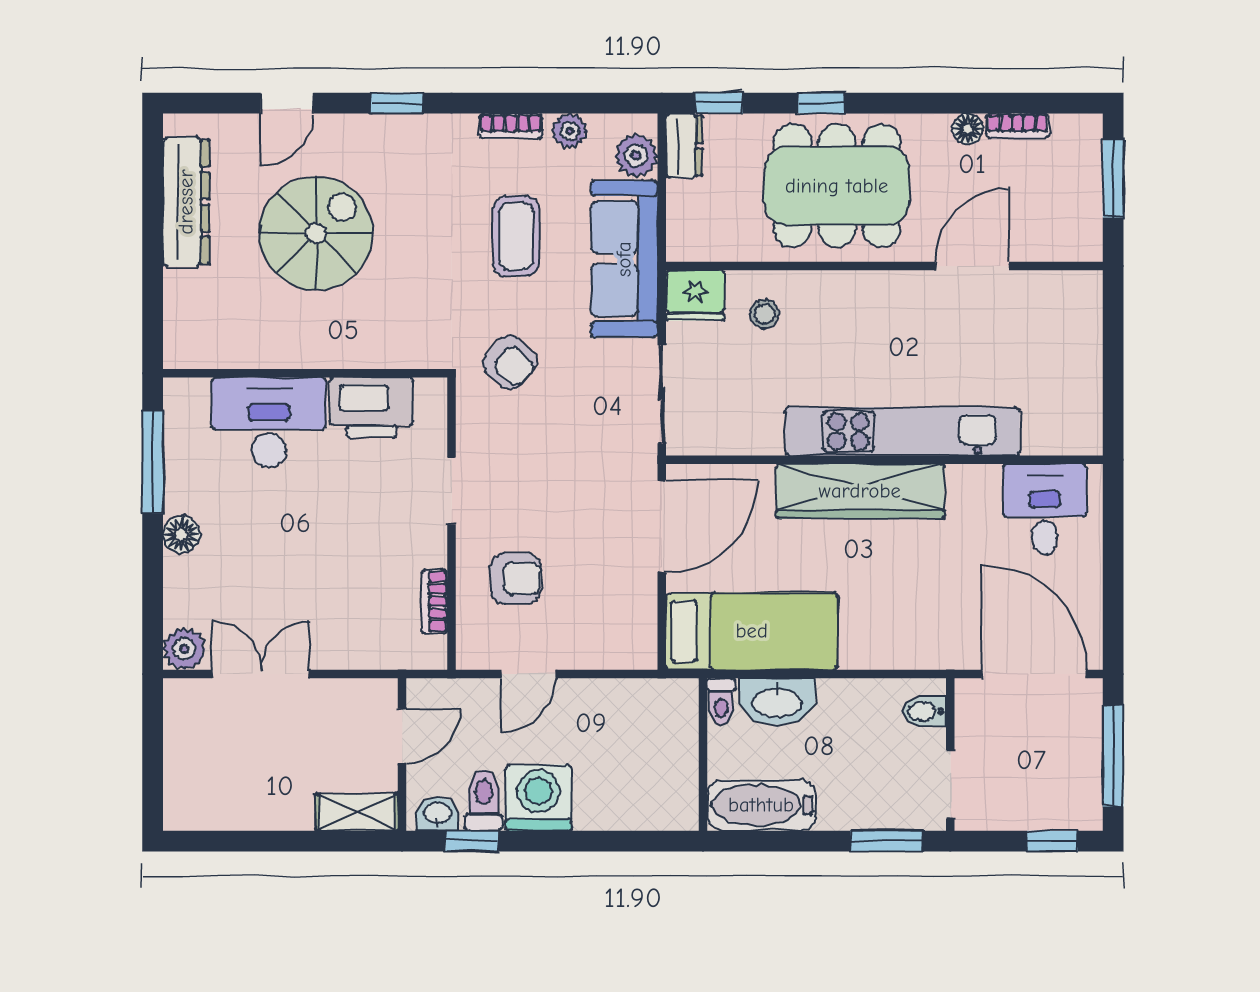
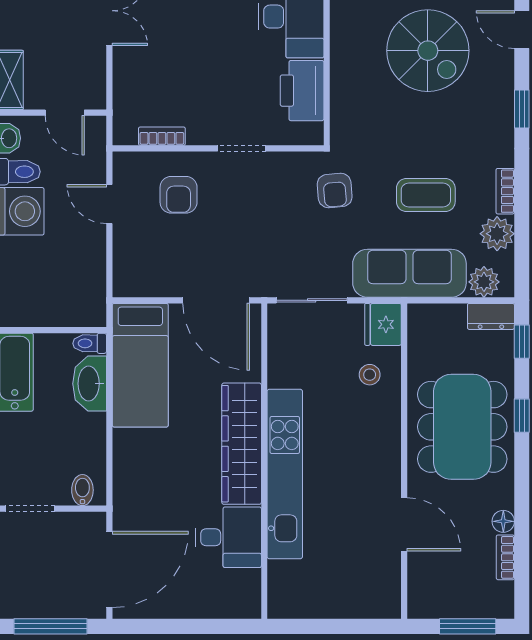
plant: (570, 131) -> (497, 234), width x1.38, depth x1.38
armchair: (510, 362) -> (335, 190), turned -47
desk: (1045, 509) -> (228, 537), moved

